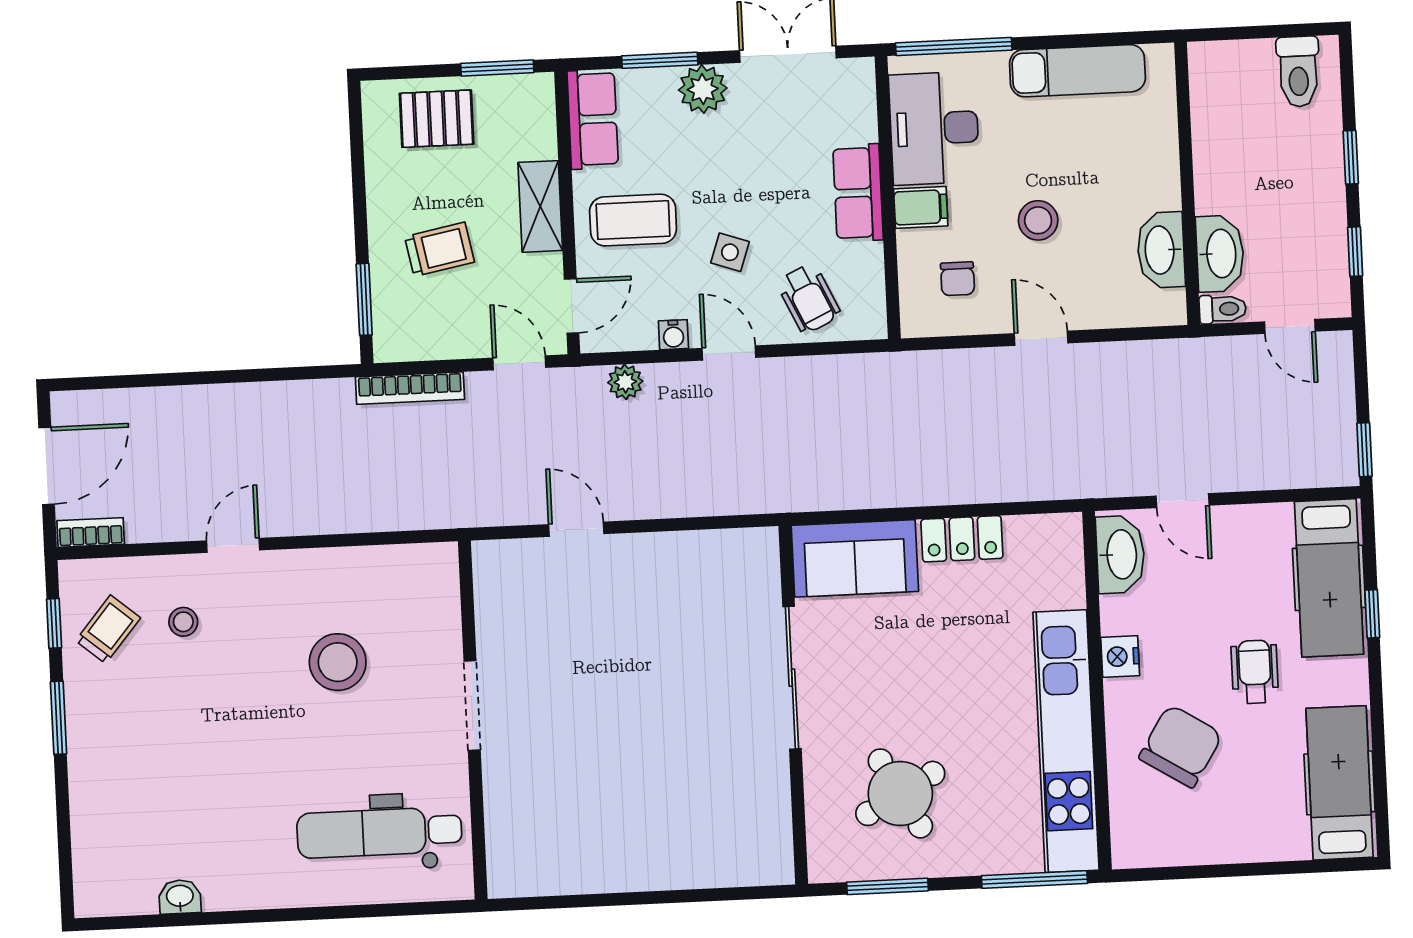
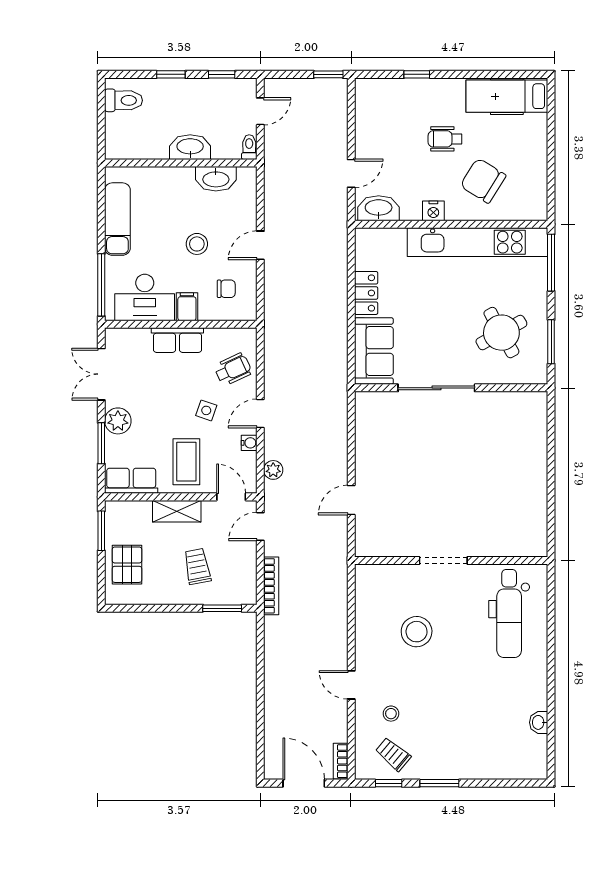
washbasin: (1220, 254) -> (190, 147), moved
hospital bed: (1329, 578) -> (396, 97), removed

